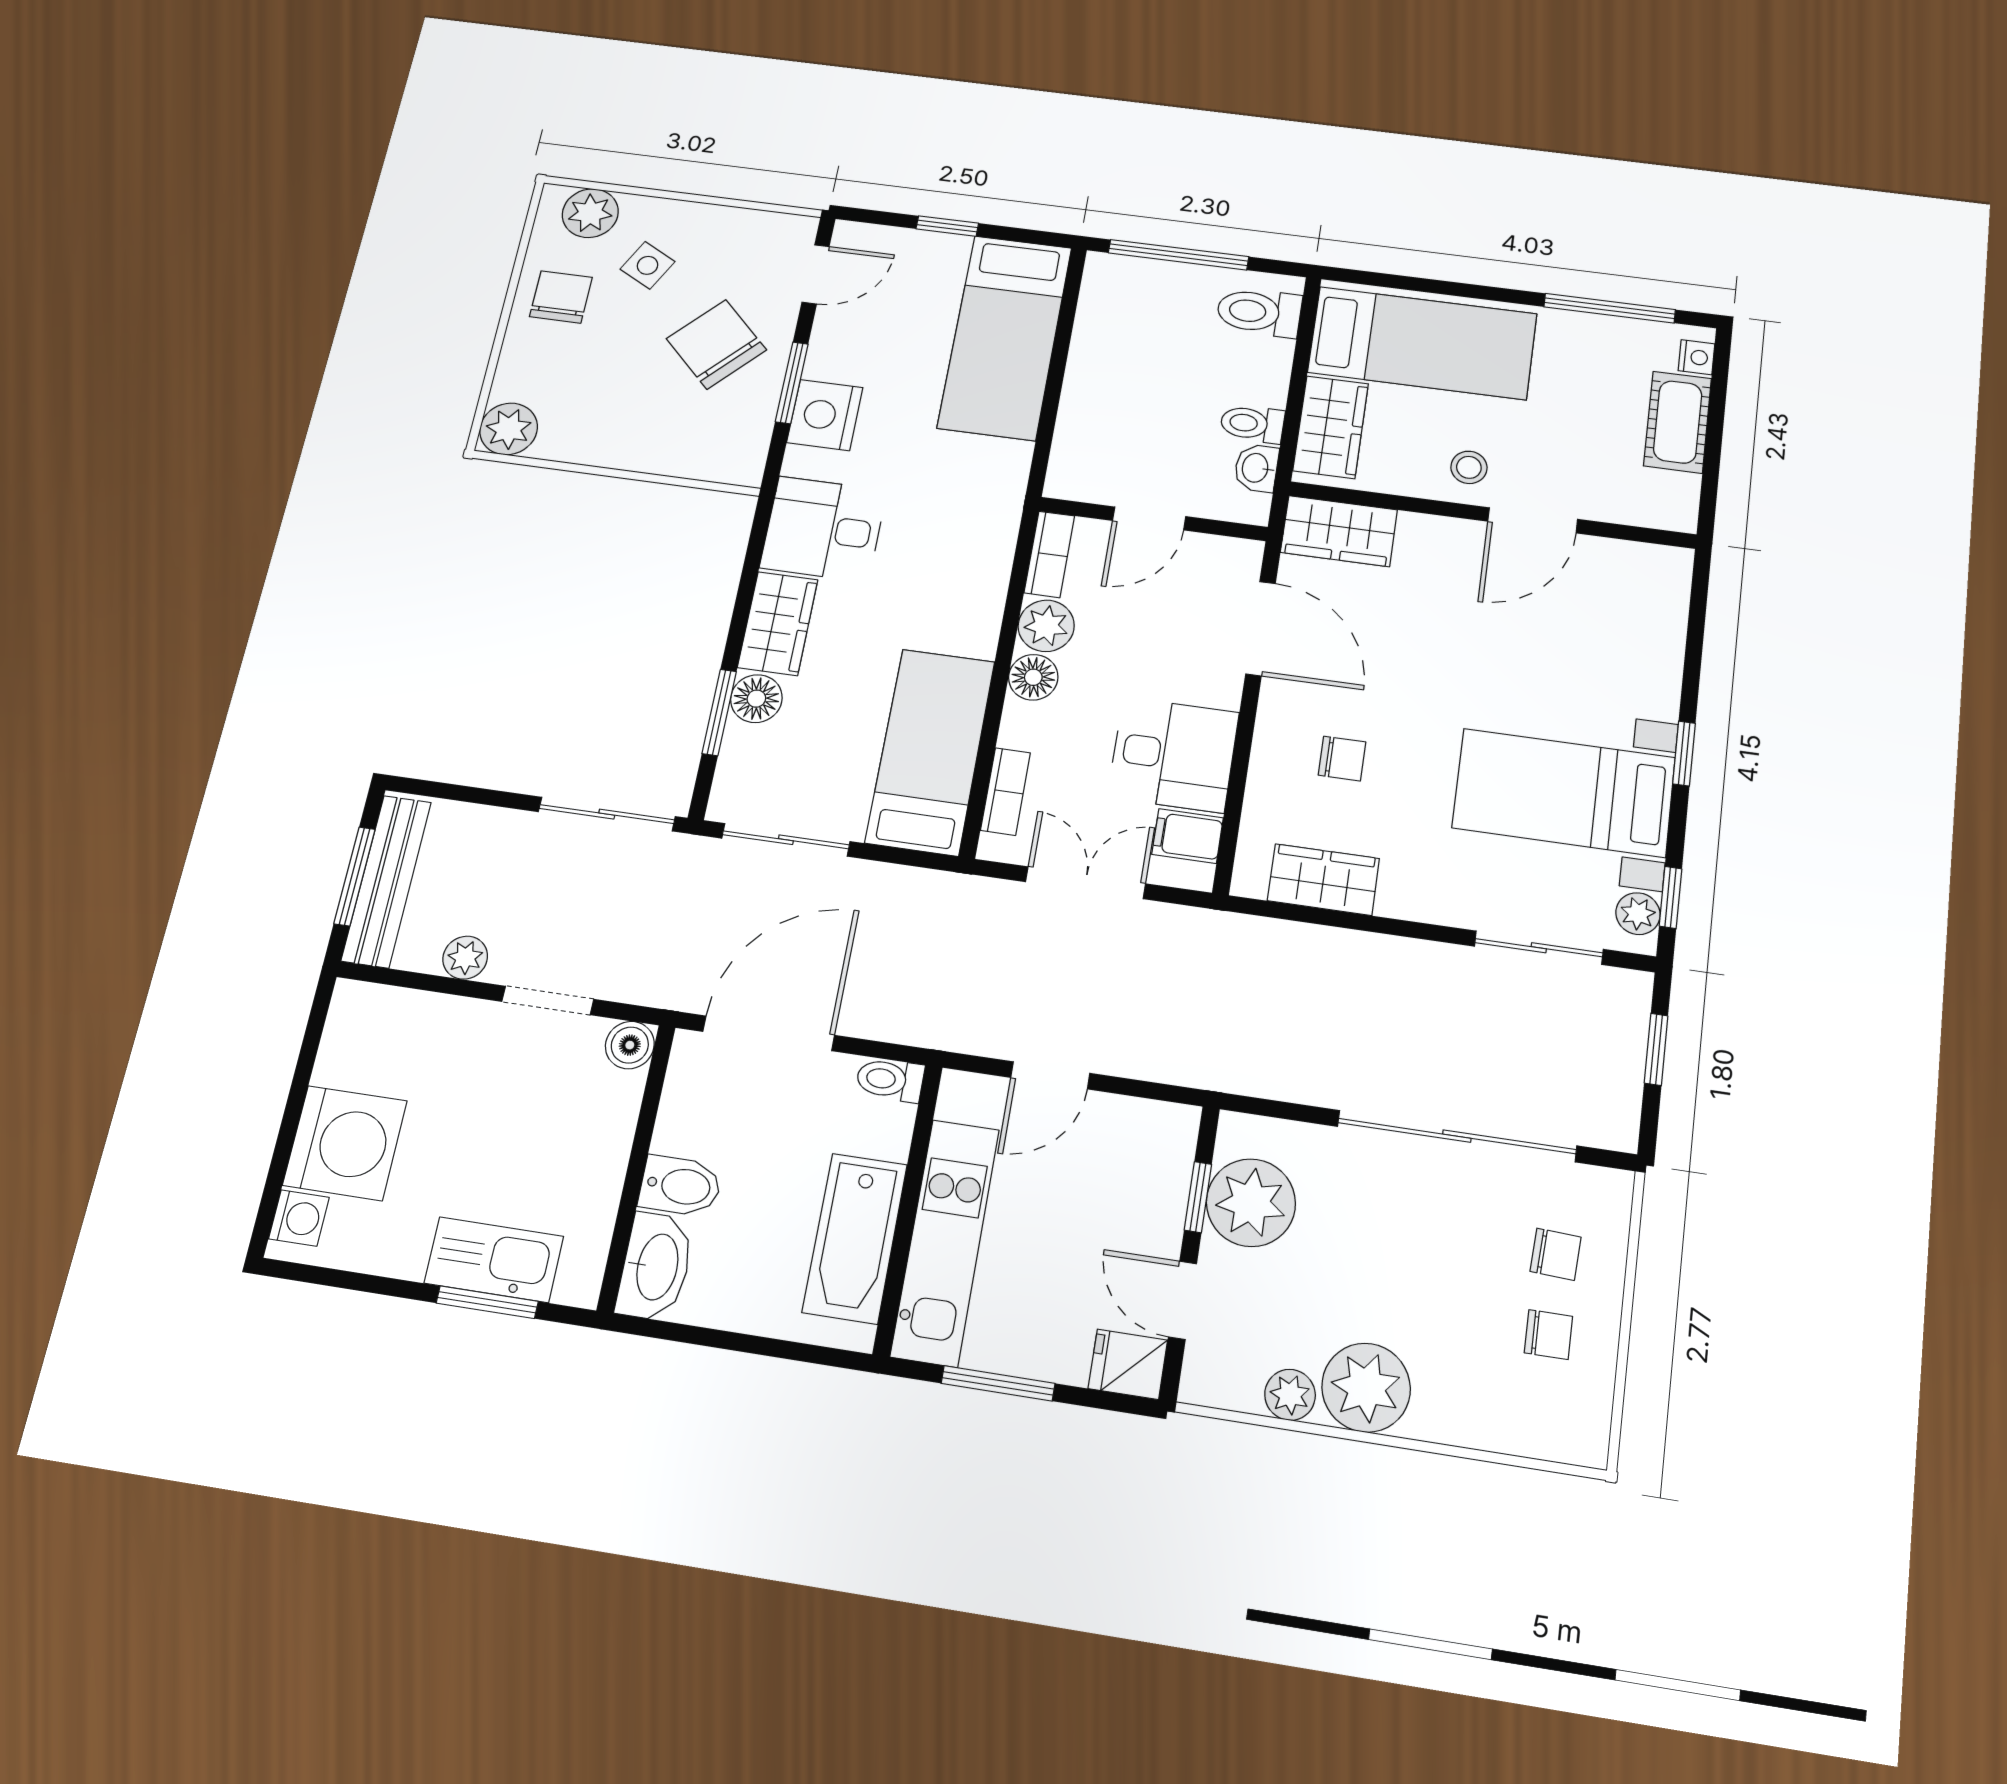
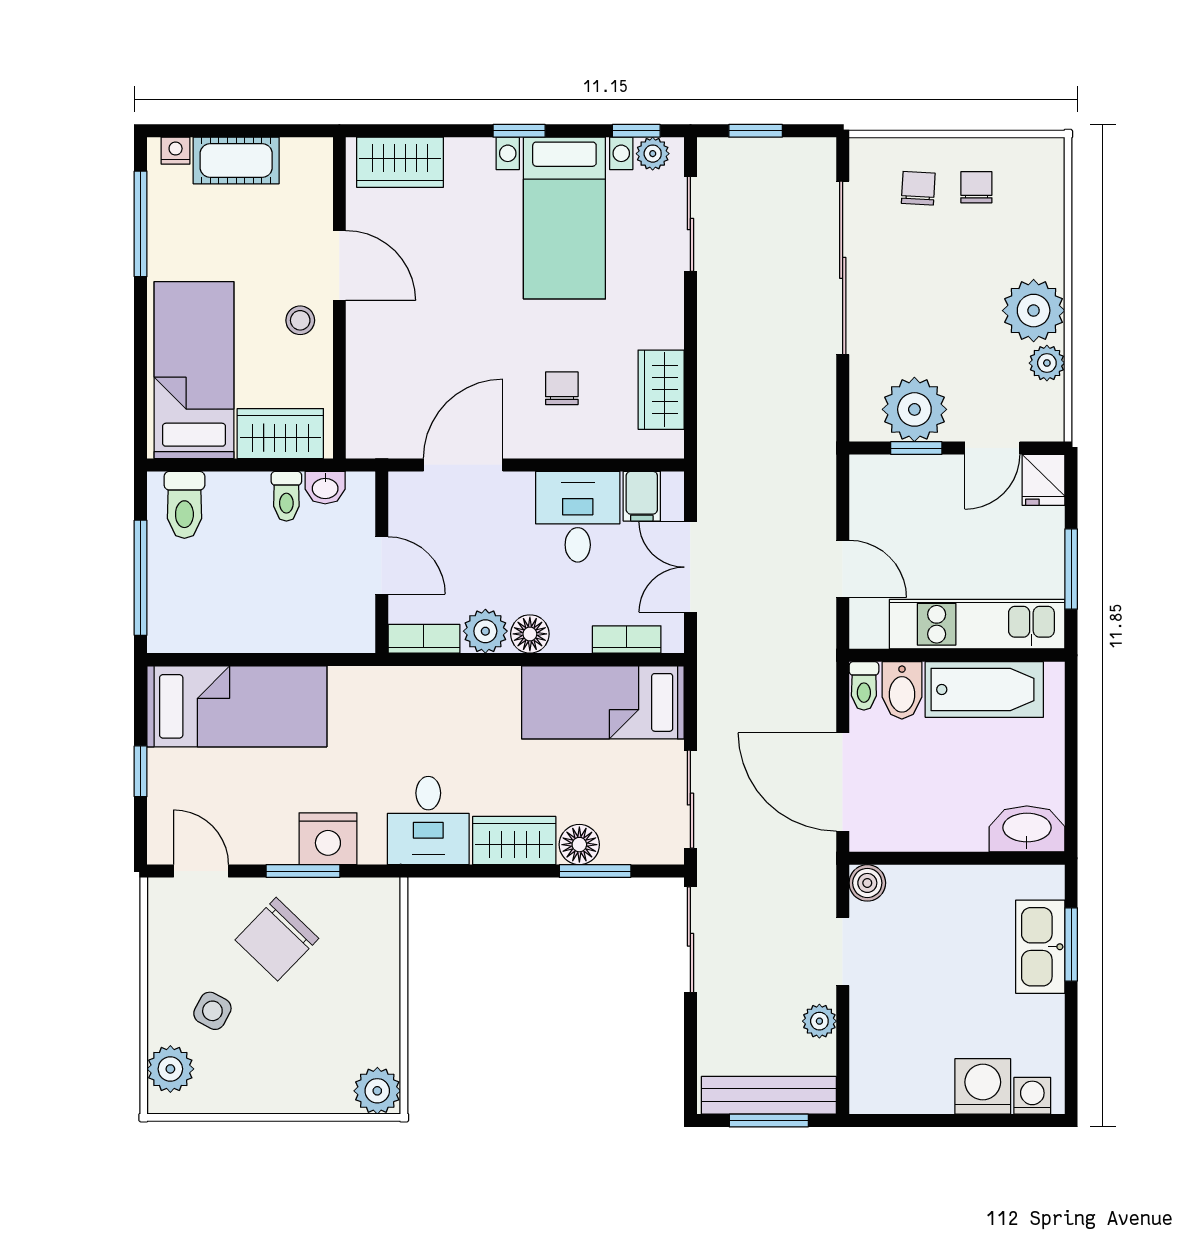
chair: (561, 297) -> (252, 1076), removed
wardrobe: (1339, 531) -> (400, 162), moved, turned 90
washing machine: (345, 1143) -> (983, 1086), width x0.73, depth x0.73
bidet: (680, 1186) -> (902, 690), moved, turned 180

